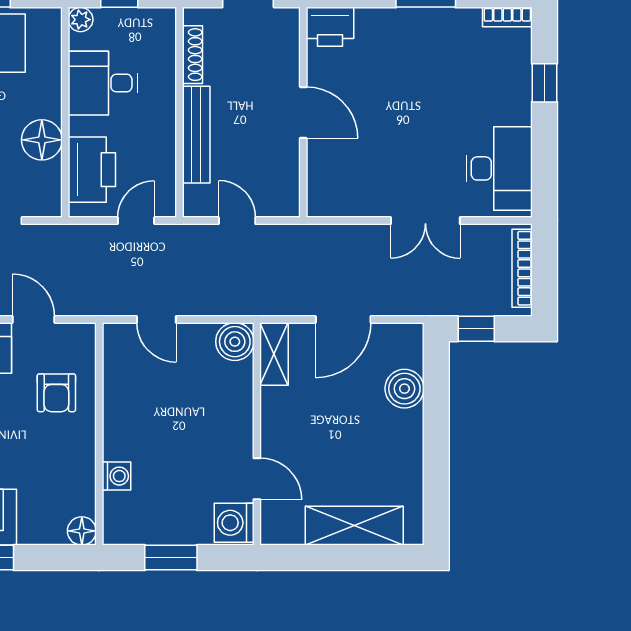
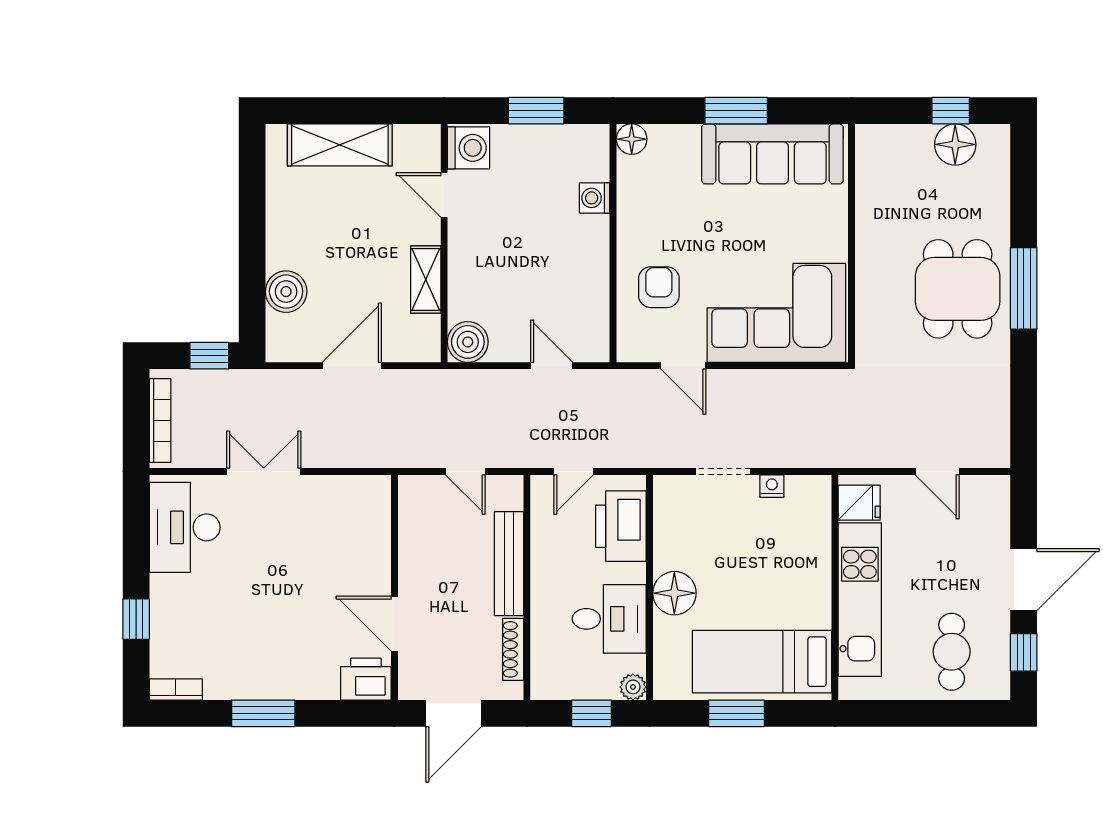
door: (303, 112) -> (394, 624), moved
floor lamp: (42, 140) -> (674, 593), moved
shelving: (274, 354) -> (426, 280), moved

